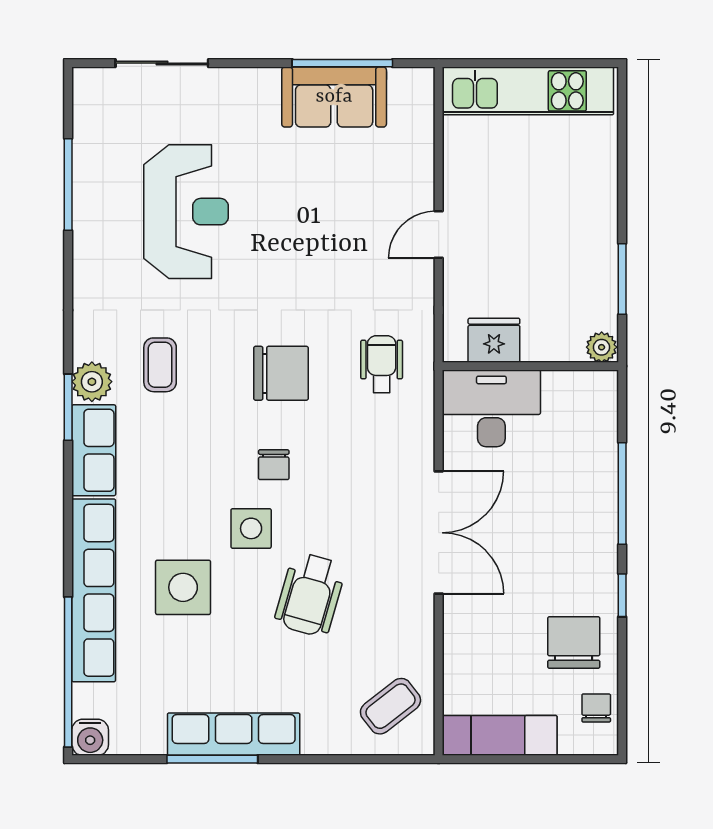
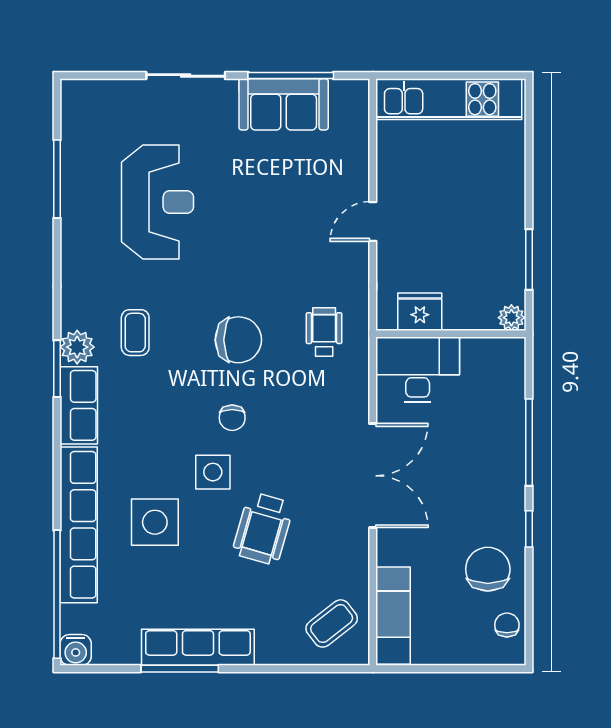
sliding door: (162, 63) -> (186, 75), moved
exam couch: (500, 735) -> (393, 616), moved, turned 90

